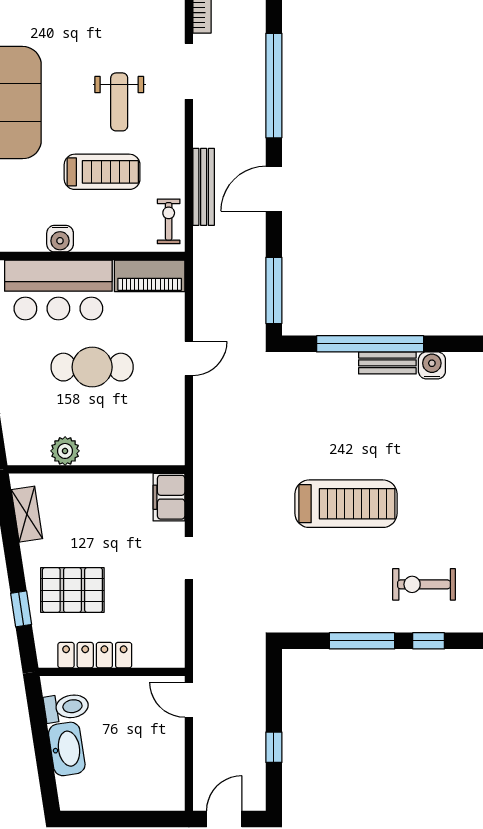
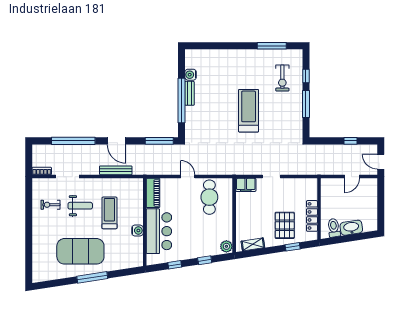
exercise bike: (169, 221) -> (50, 205), moved
cafe table: (92, 367) -> (209, 197), moved
plant: (65, 451) -> (226, 246), moved
door: (189, 700) -> (352, 177), moved

